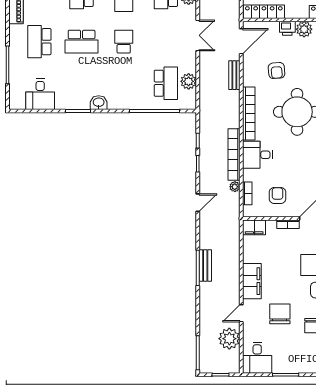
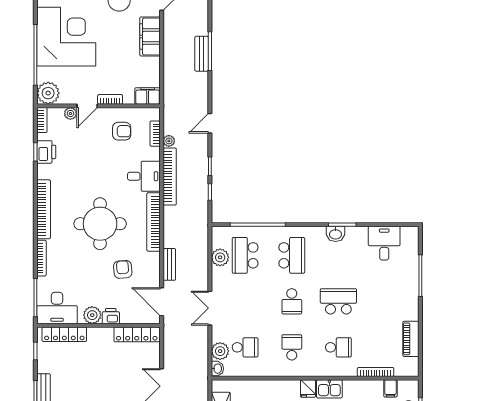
door: (241, 41) -> (162, 302), hinge flipped
school desk: (39, 42) -> (292, 255), moved
washbasin: (99, 103) -> (336, 234), moved
armchair: (277, 195) -> (122, 131), turned -90

